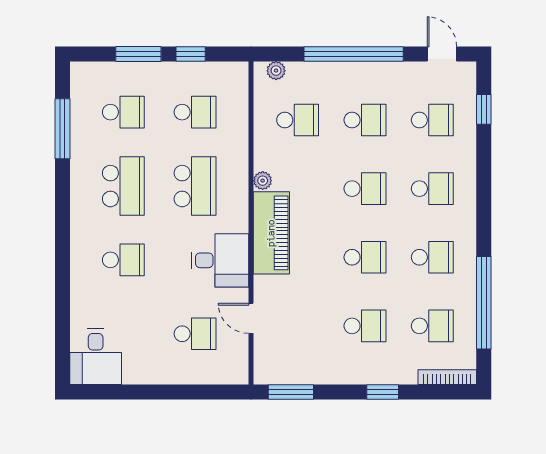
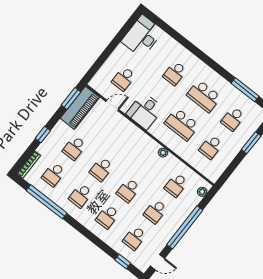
window: (191, 54) -> (235, 163), removed
piano: (271, 233) -> (80, 108), moved, turned -90
desk: (96, 357) -> (142, 36), width x1.37

